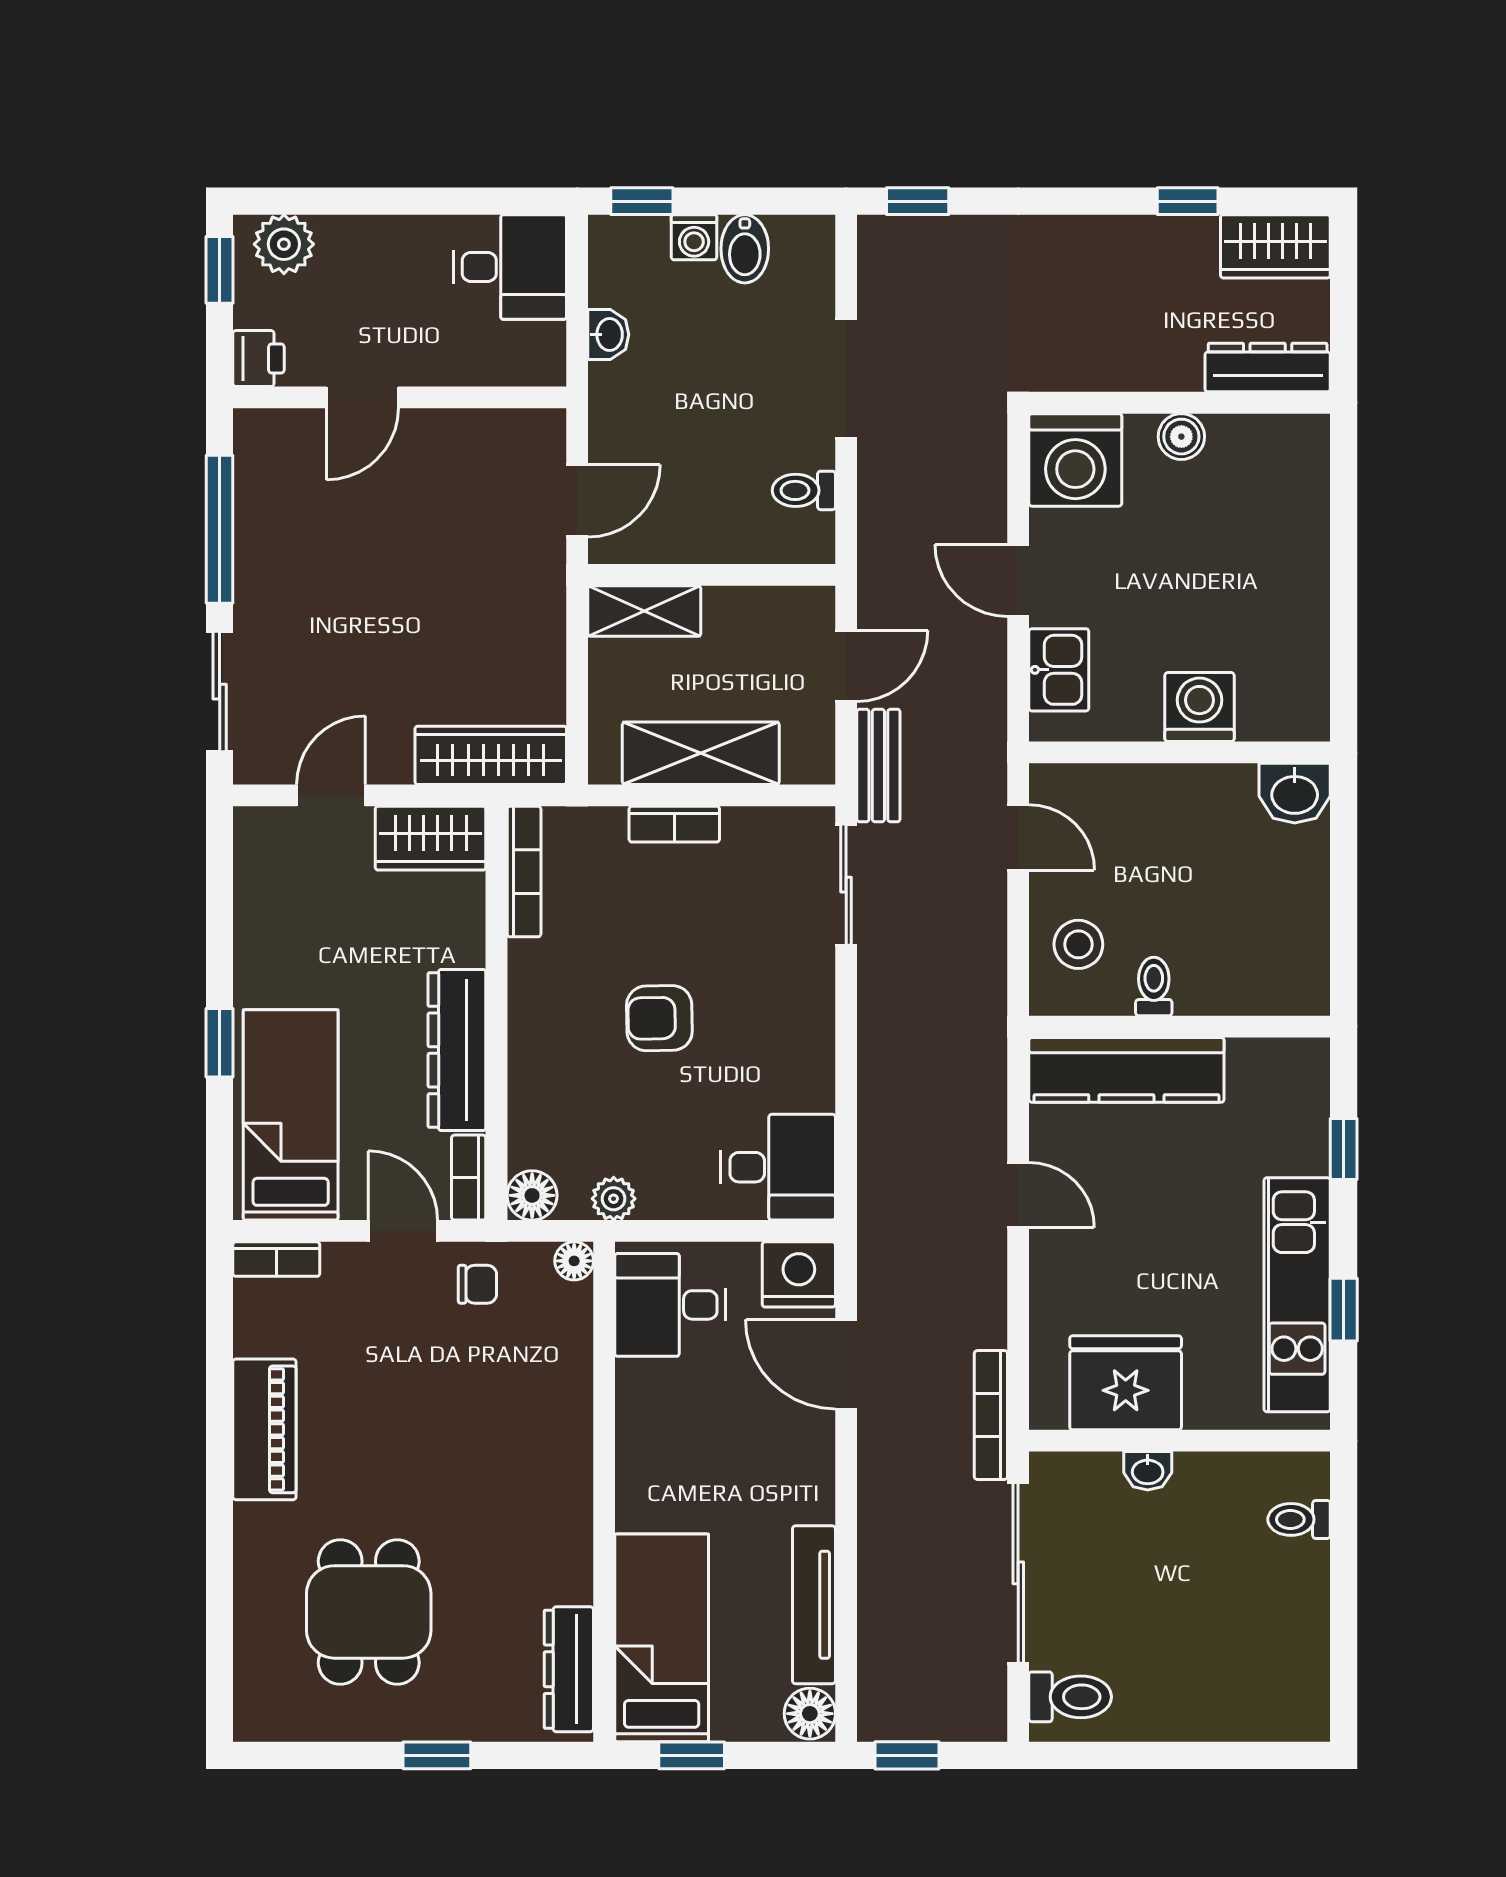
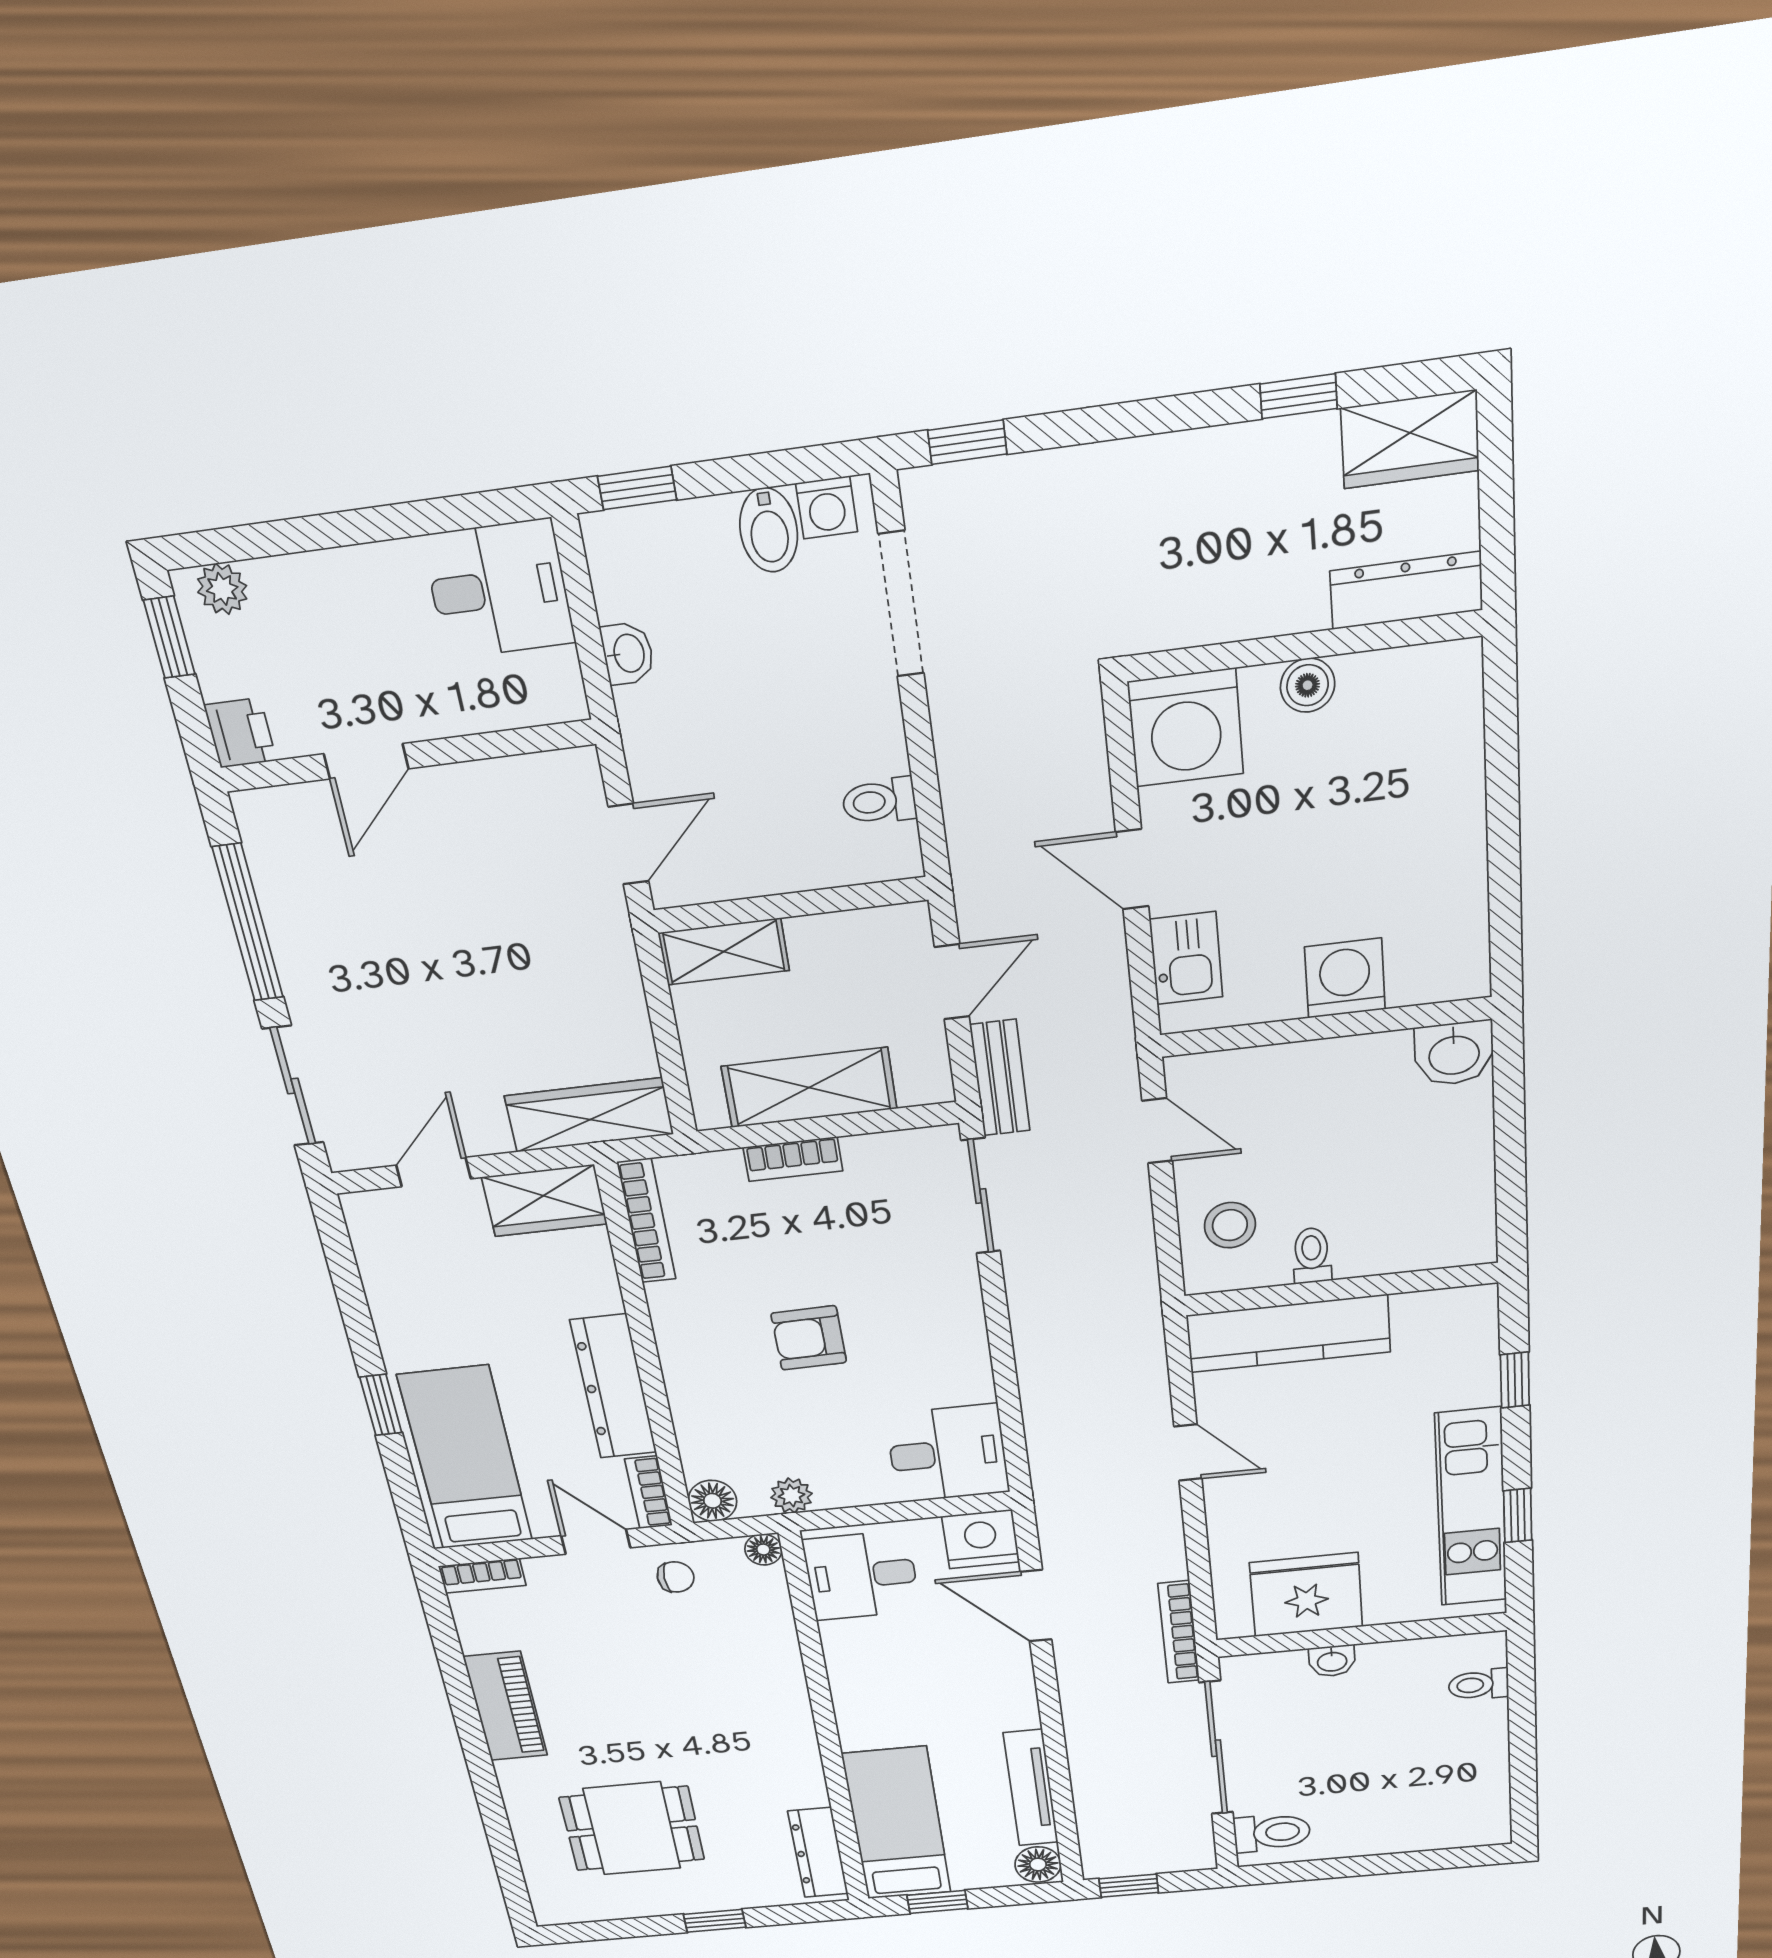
washing machine: (694, 237) -> (827, 508), moved
plant: (284, 244) -> (222, 589), width x0.73, depth x0.73
doorway: (846, 379) -> (901, 604), moved
dining table: (369, 1612) -> (632, 1828), turned 90

